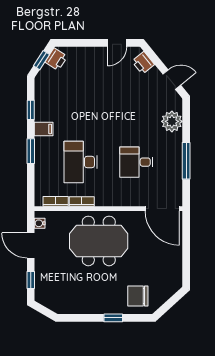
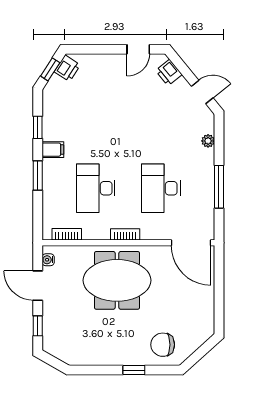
plant: (172, 121) -> (208, 141), width x0.53, depth x0.53
desk: (136, 162) -> (161, 188), width x1.37
bookcase: (82, 202) -> (125, 234), moved

